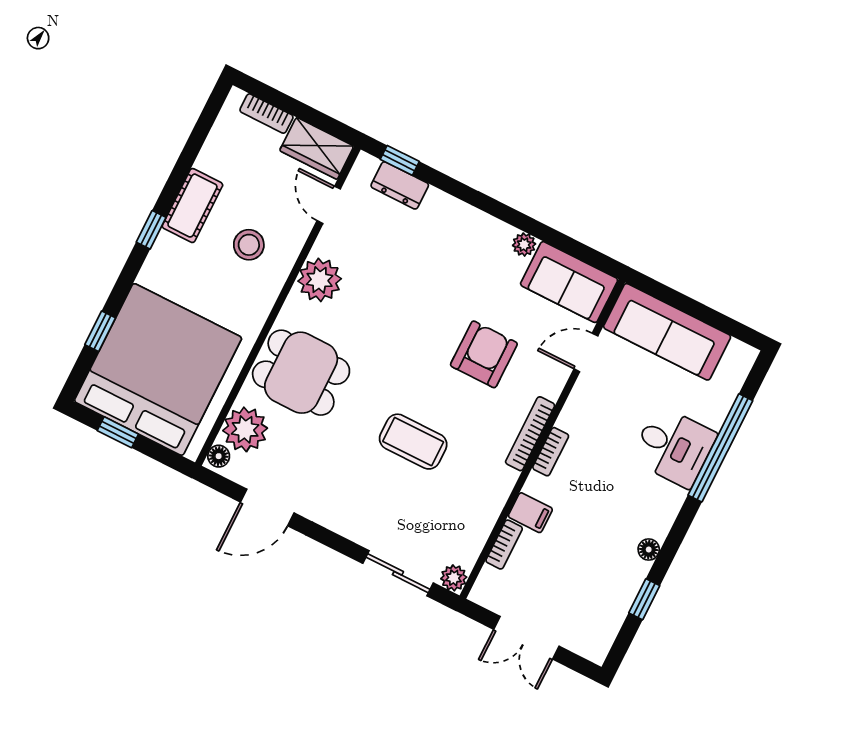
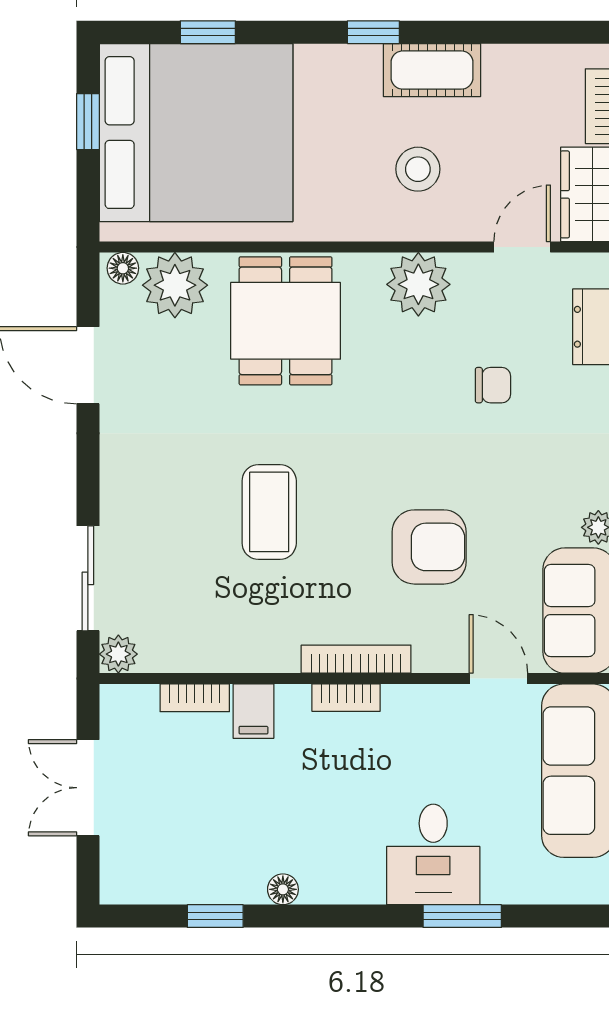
chair: (404, 265) -> (493, 385), added
window: (720, 448) -> (462, 916), width x0.47

